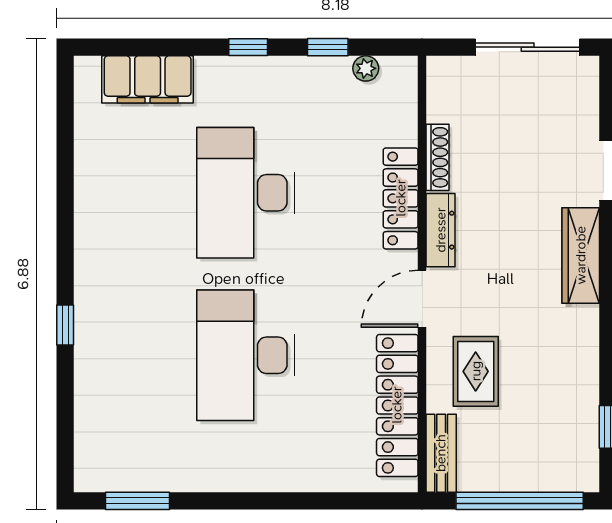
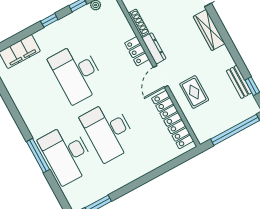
locker: (401, 198) -> (137, 51), width x0.66
window: (65, 325) -> (38, 156), width x2.17
desk: (129, 355) -> (67, 154), added
bench: (441, 453) -> (239, 82), moved

